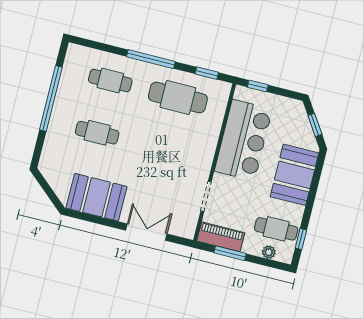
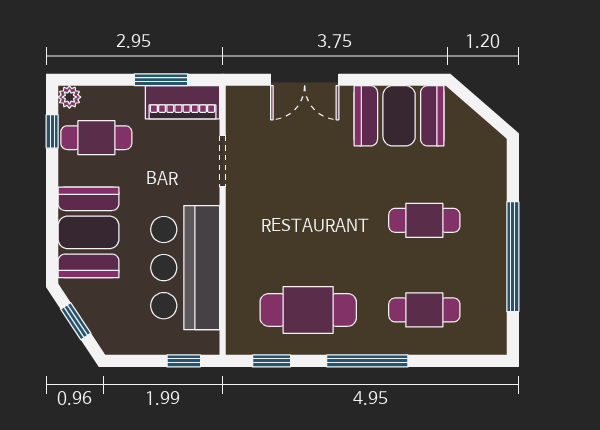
plant: (269, 252) -> (69, 97), moved

